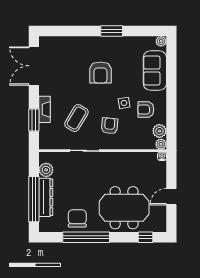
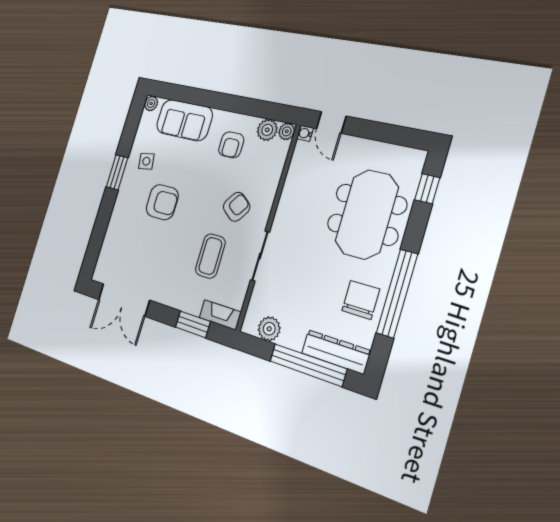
side table: (124, 103) -> (146, 161), moved
fireplace: (45, 109) -> (220, 315), moved
coffee table: (76, 118) -> (210, 256), turned 59
armchair: (110, 126) -> (237, 207), turned 121
dresser: (46, 197) -> (336, 352), moved
door: (171, 197) -> (331, 122), moved
chair: (77, 218) -> (361, 300), turned 90

